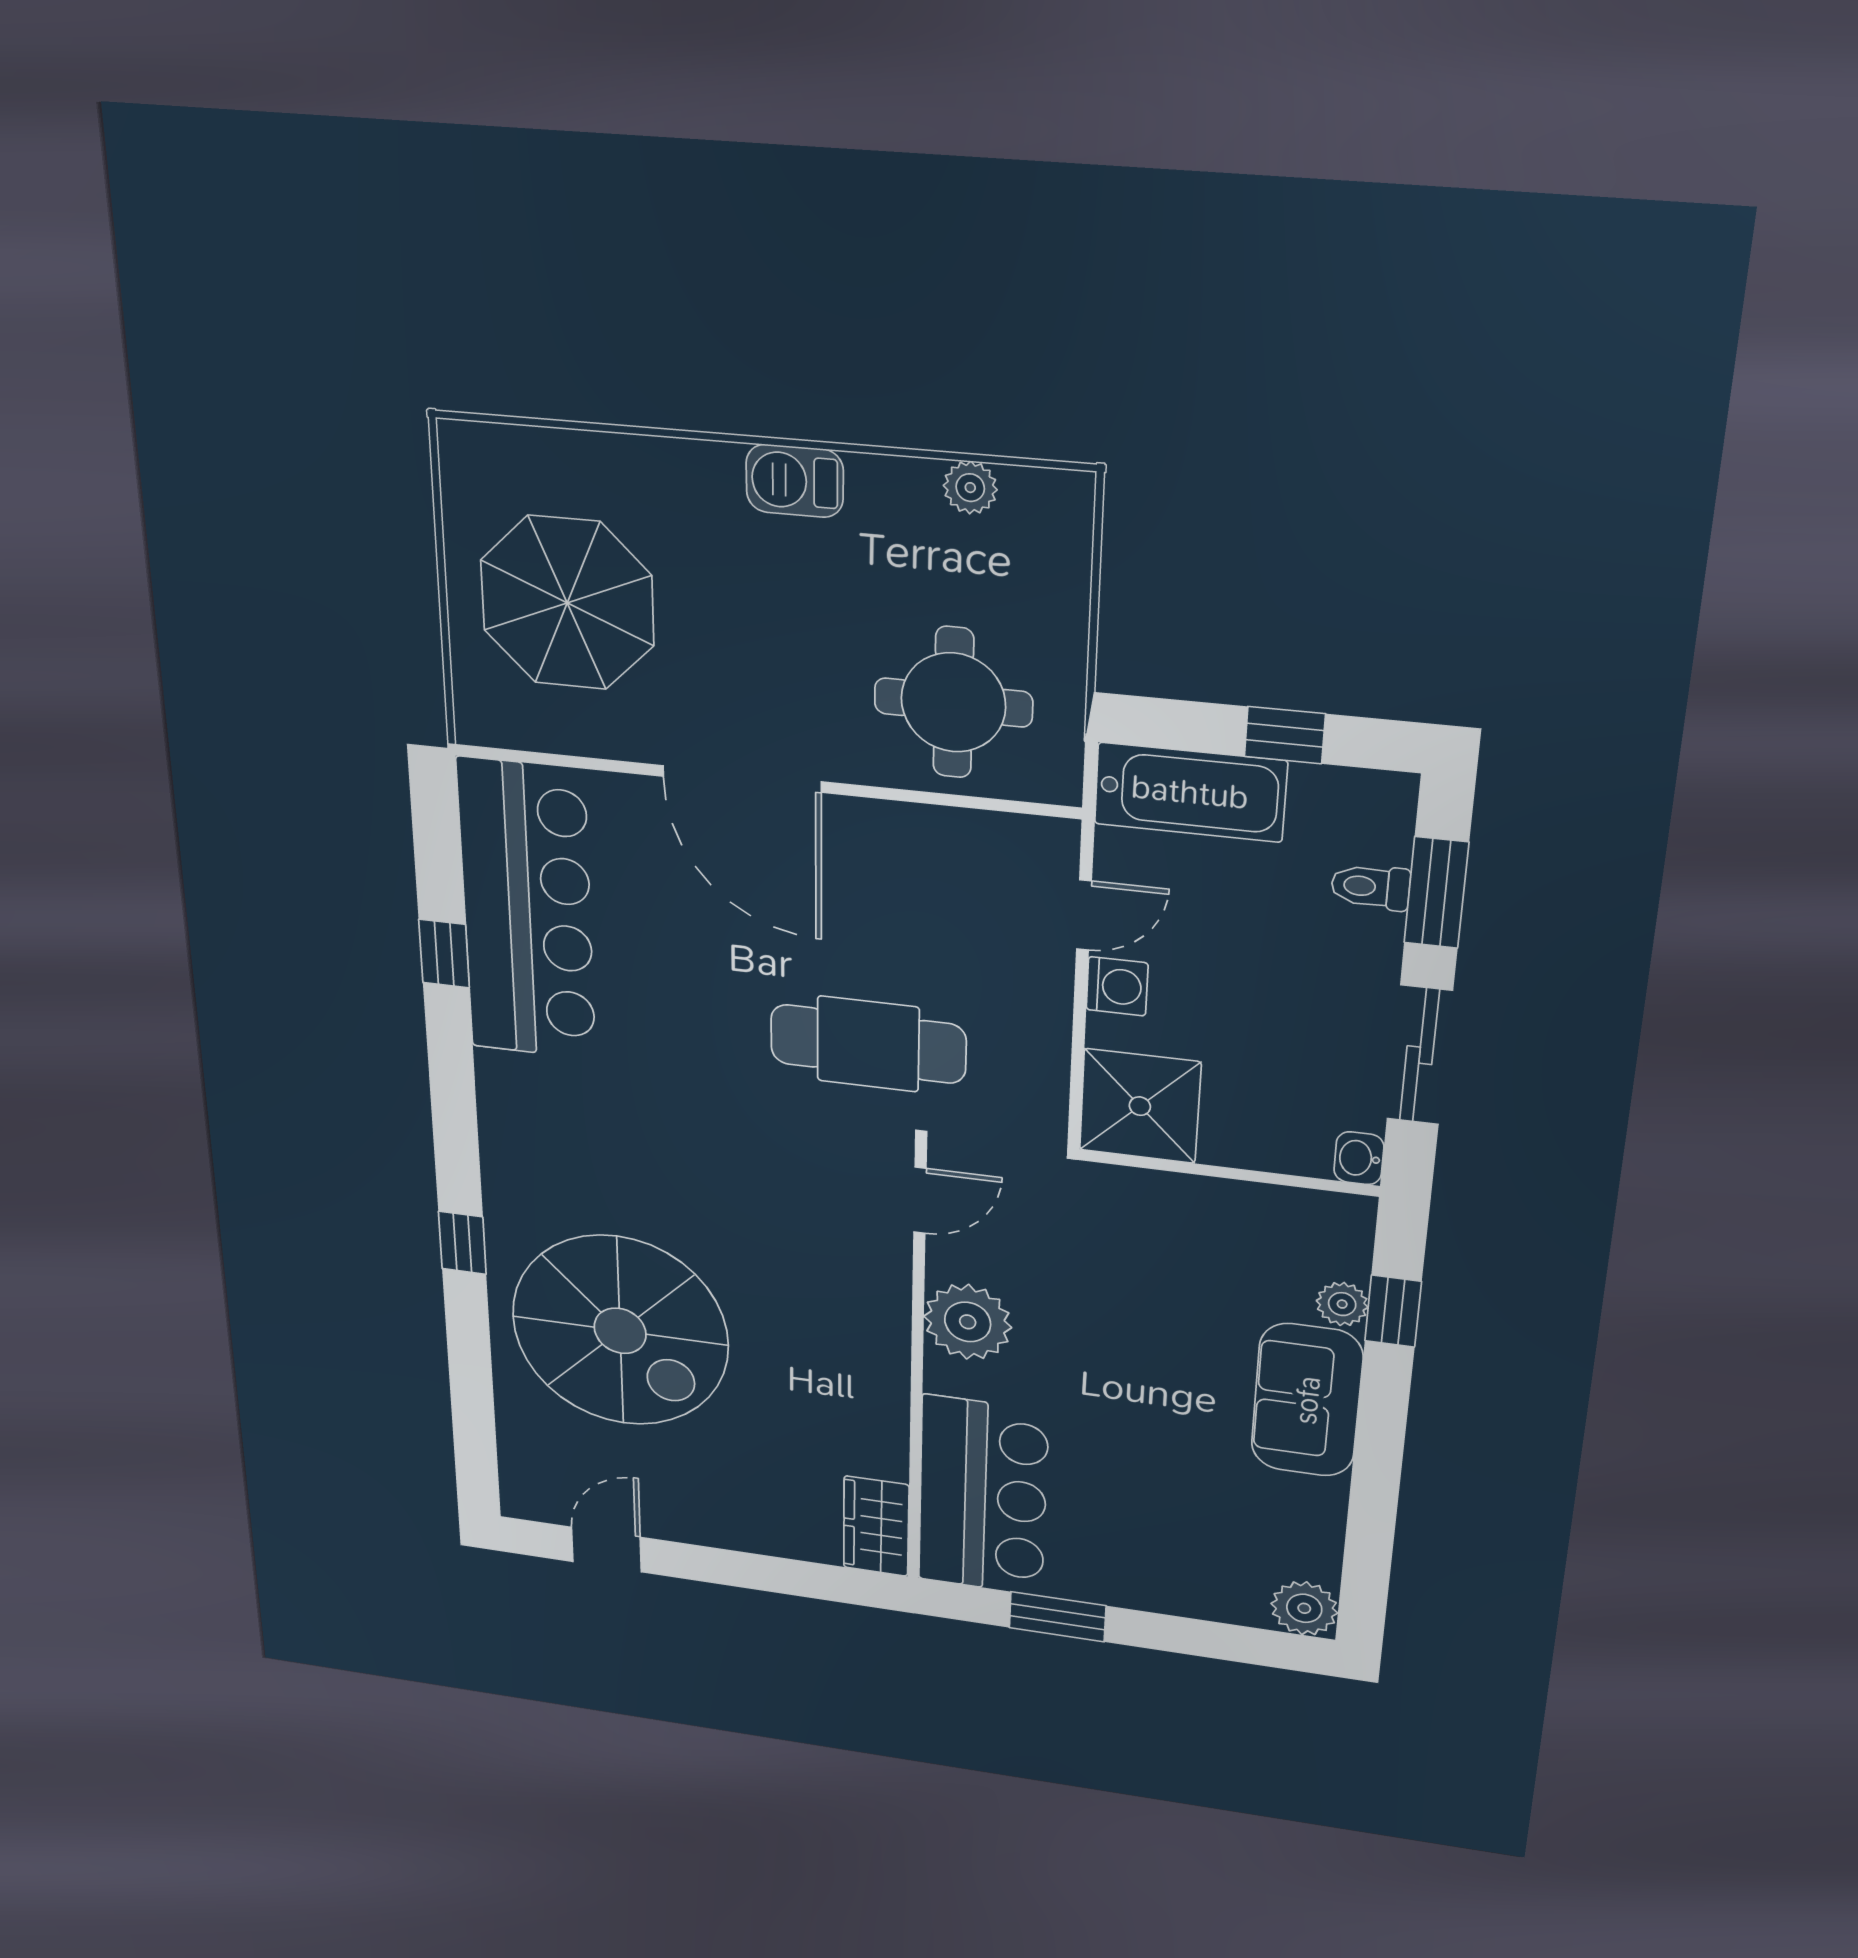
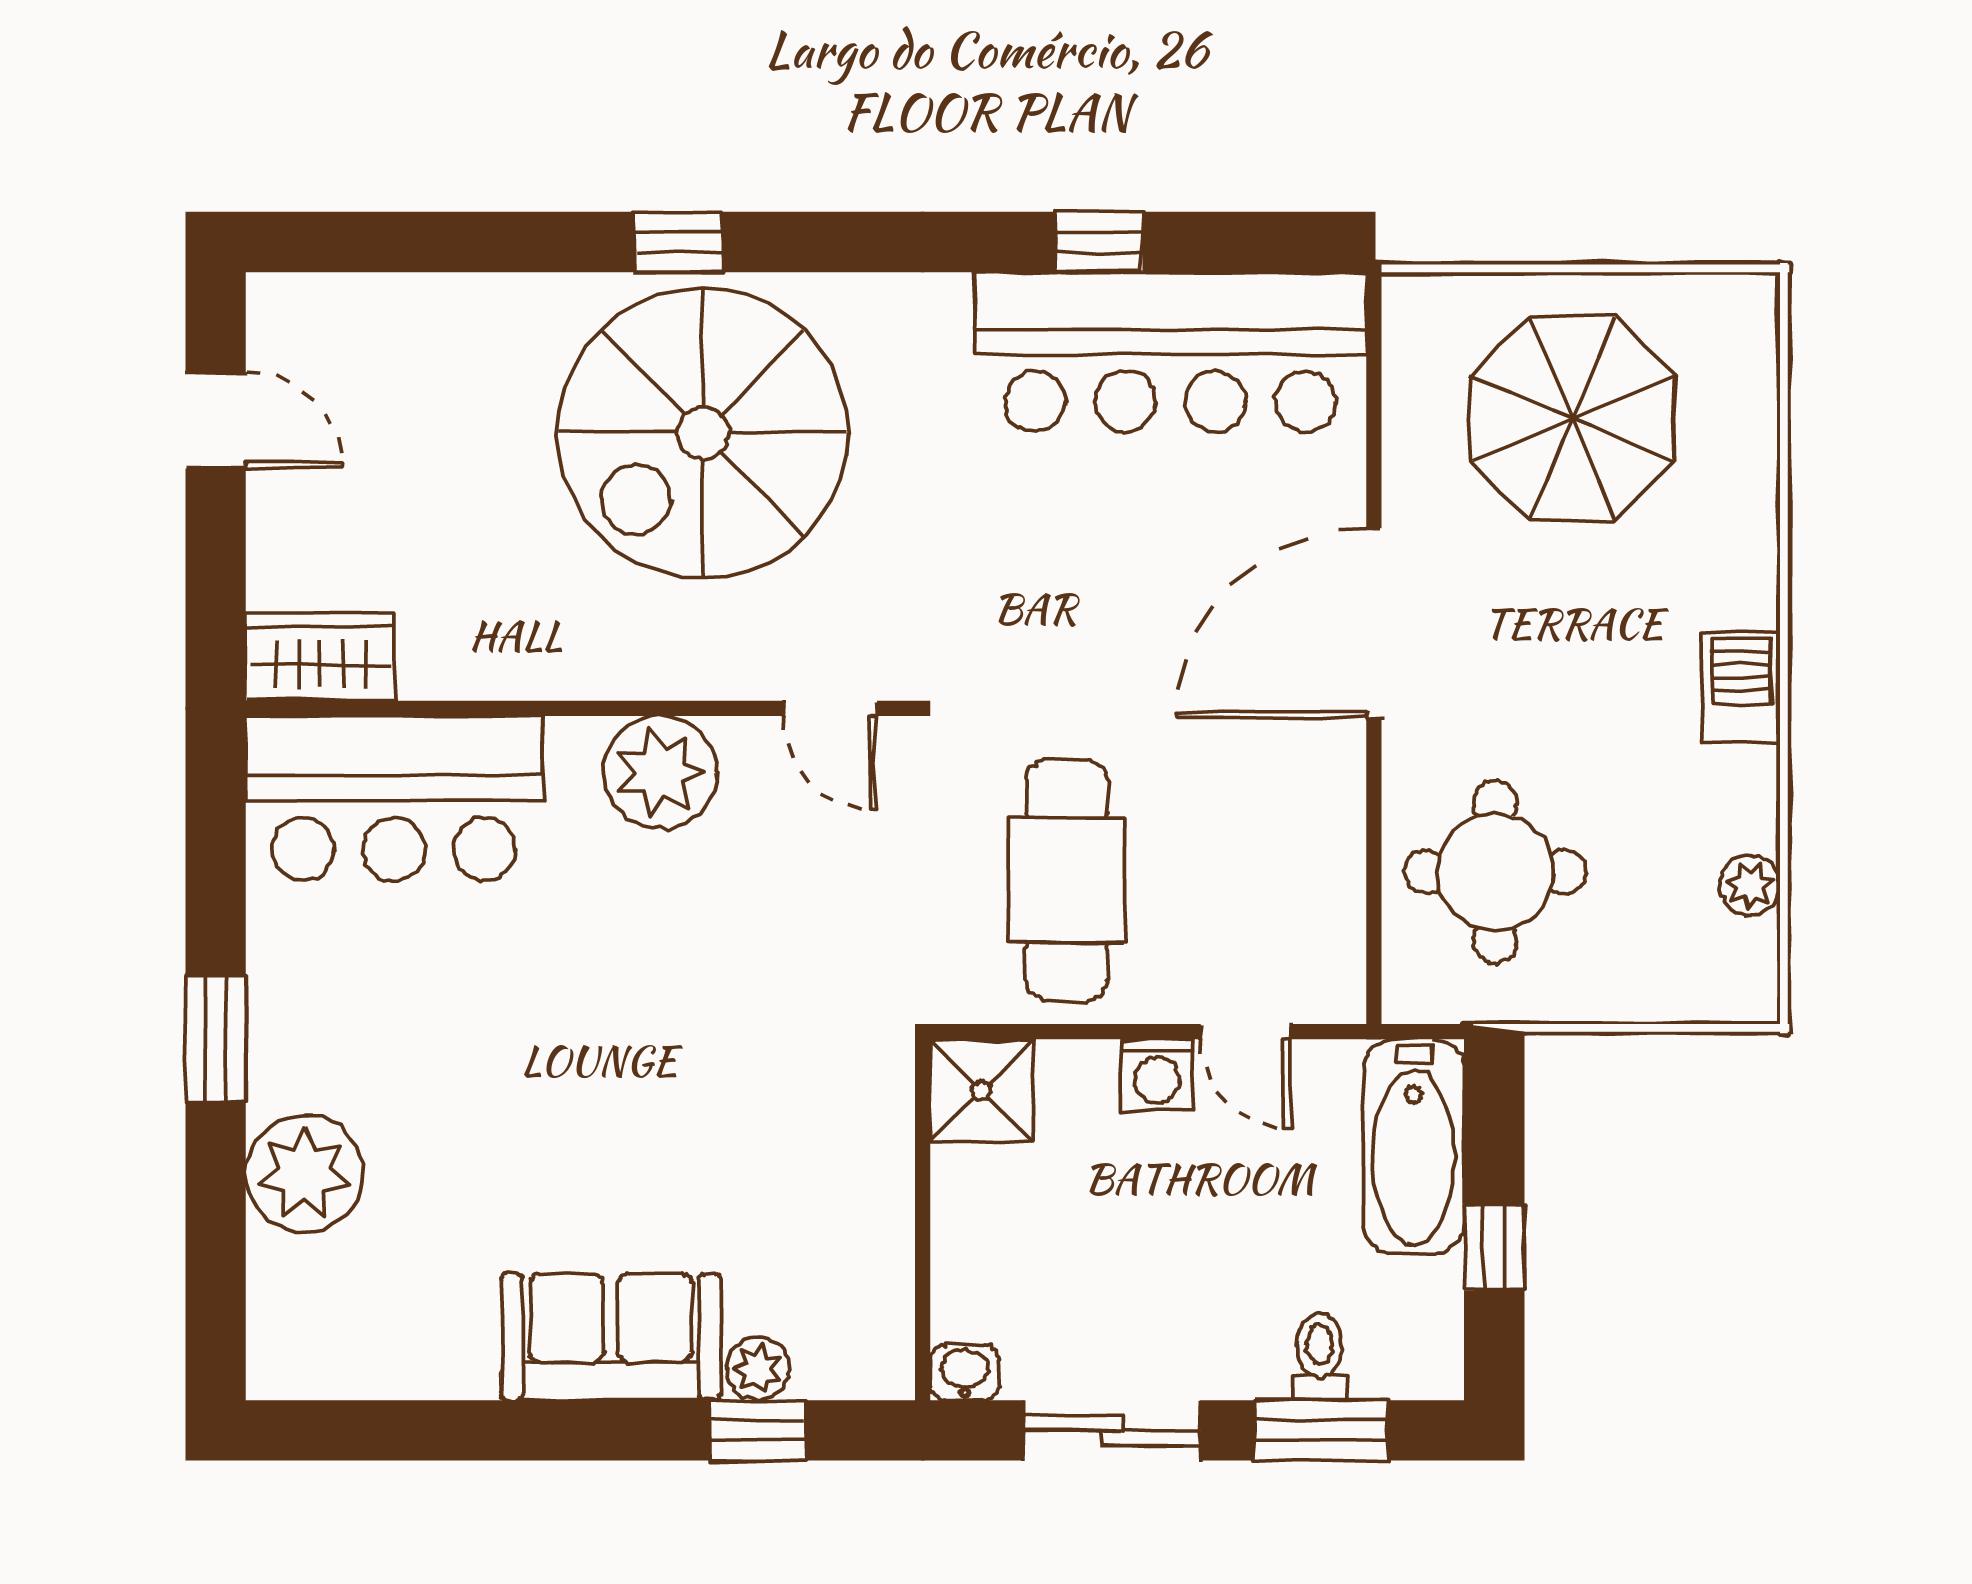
cafe table: (868, 1044) -> (1067, 880), moved
shower: (1140, 1106) -> (981, 1091), width x0.73, depth x0.73
door: (920, 1200) -> (830, 708), moved
plant: (968, 1322) -> (660, 772), moved
spiral stairs: (620, 1331) -> (703, 433), moved
wall: (917, 1368) -> (580, 708), moved
bar counter: (983, 1496) -> (394, 798), moved
wardrobe: (876, 1526) -> (321, 657), moved
plant: (1304, 1608) -> (305, 1174), moved, width x1.36, depth x1.36

